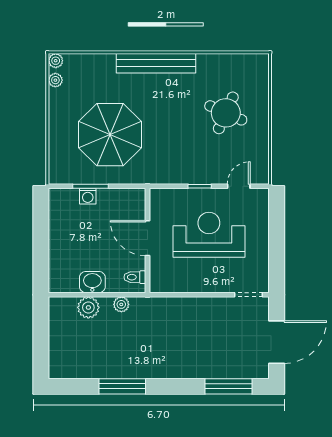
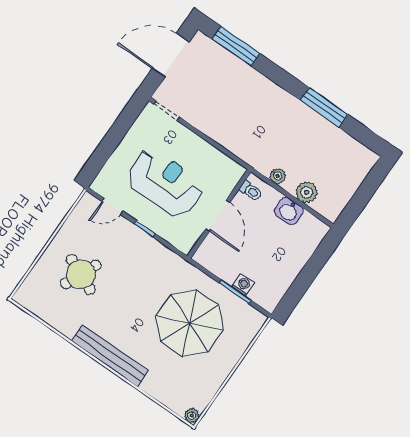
plant: (55, 80) -> (203, 400), removed
reception desk: (209, 235) -> (165, 183), turned 180

